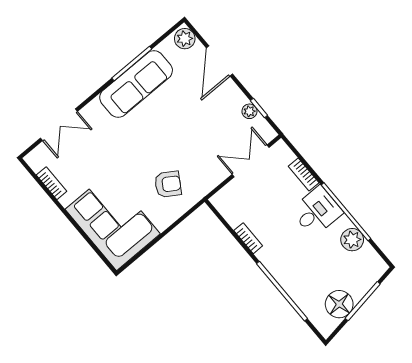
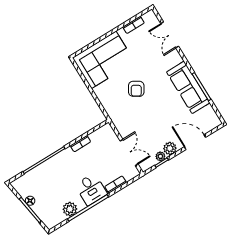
plant: (185, 39) -> (170, 148), moved
armchair: (168, 184) -> (136, 89), moved
floor lamp: (339, 304) -> (30, 201), width x0.53, depth x0.53

